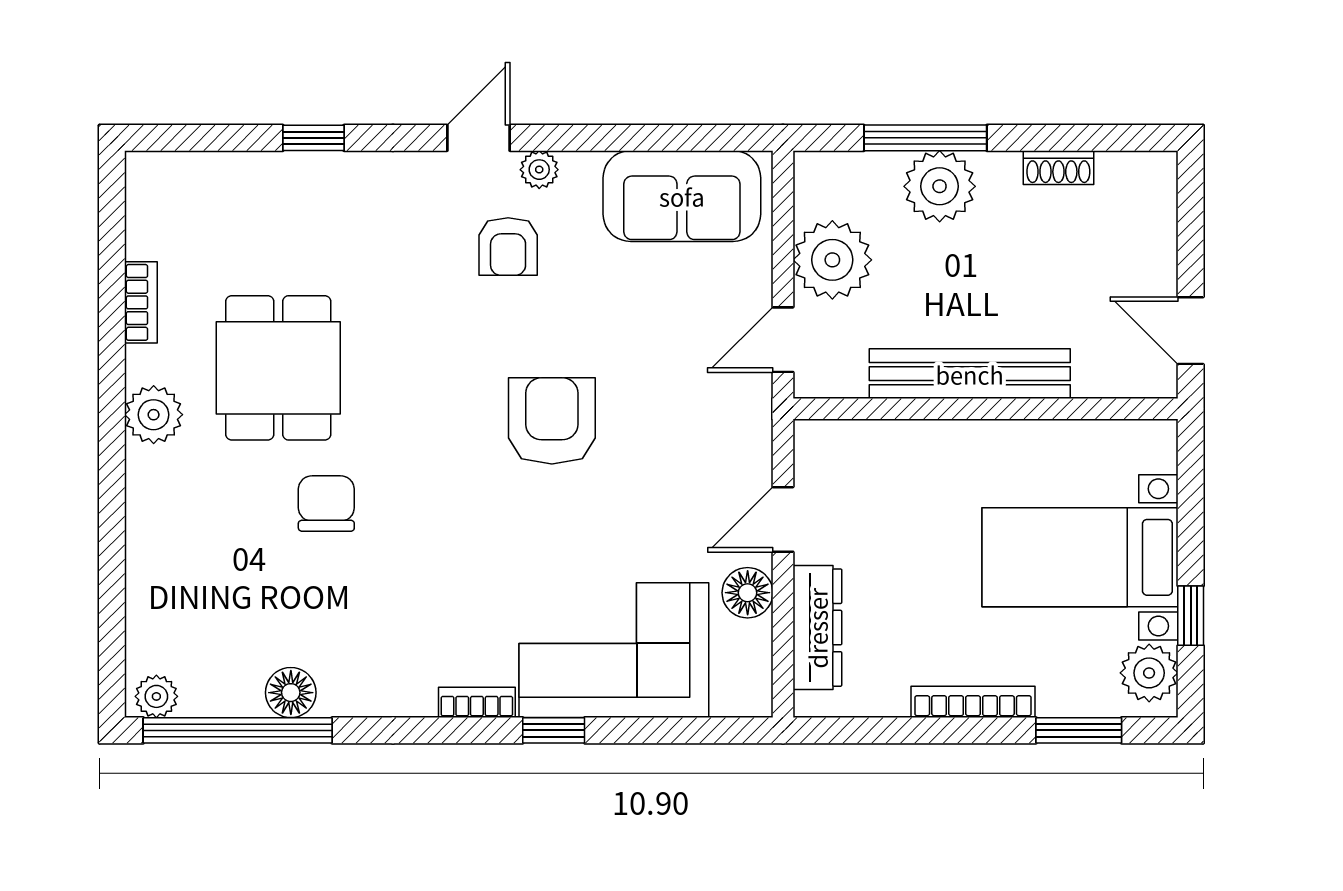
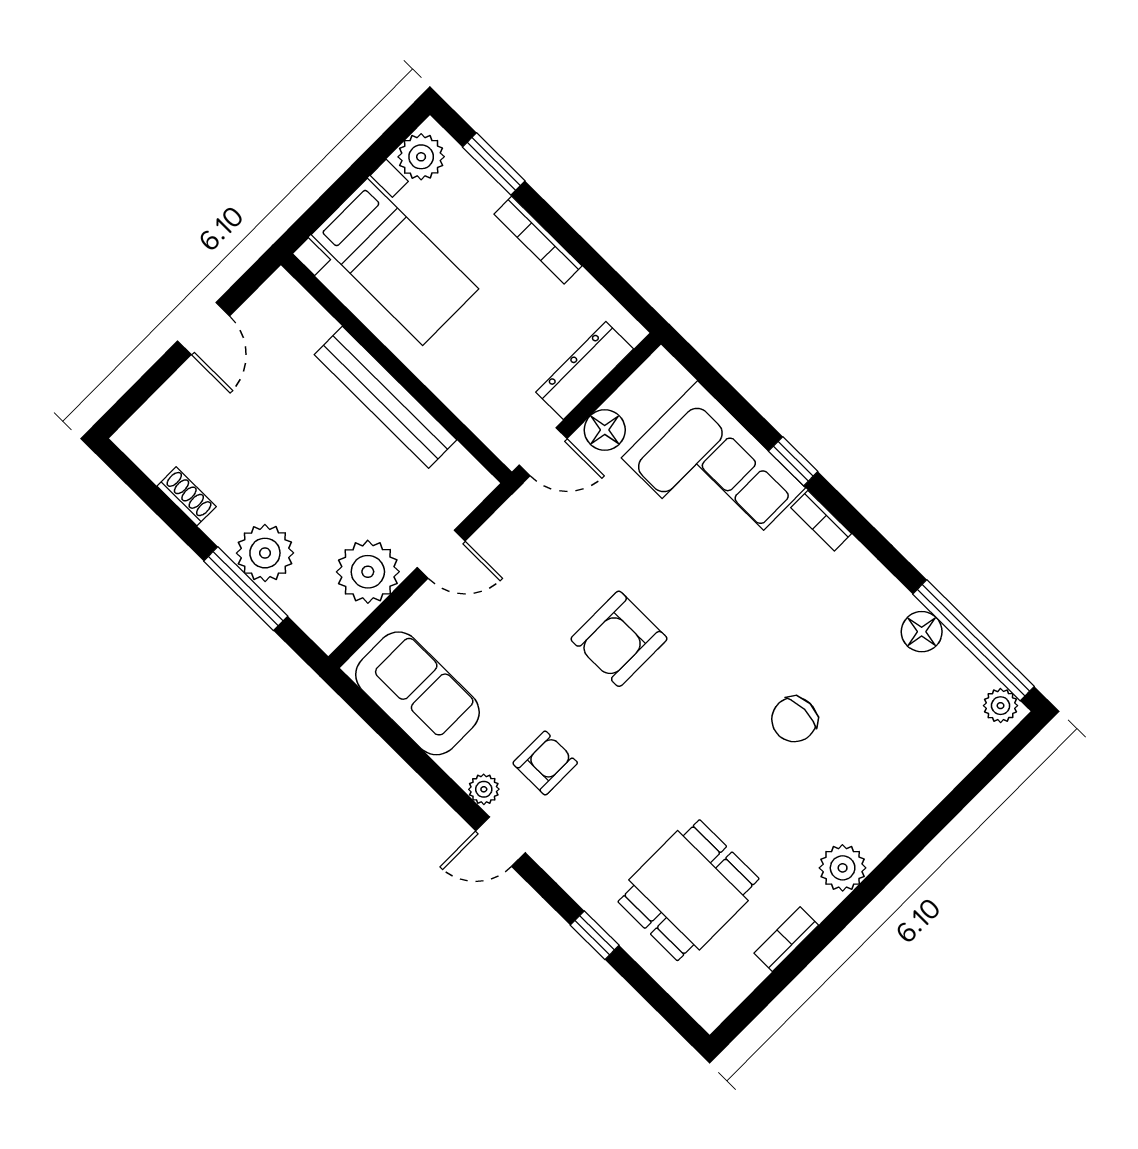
dining table: (278, 368) -> (689, 890), moved
bench: (970, 374) -> (385, 397), moved
wall: (985, 409) -> (396, 368), moved
window: (1191, 616) -> (365, 166), removed

